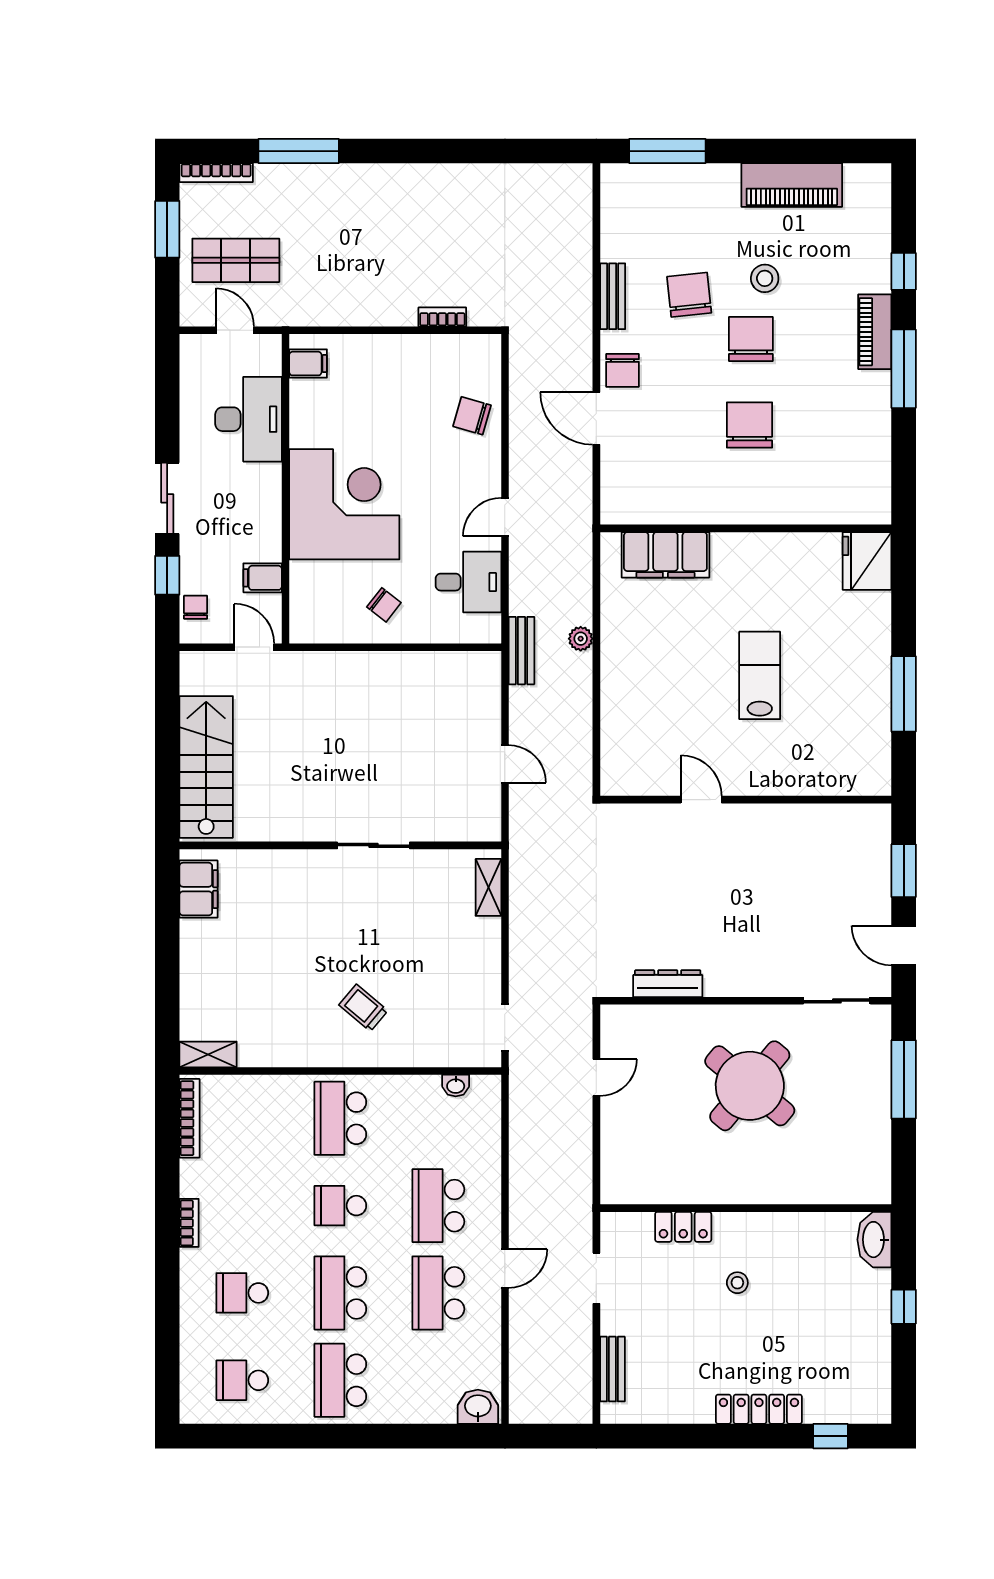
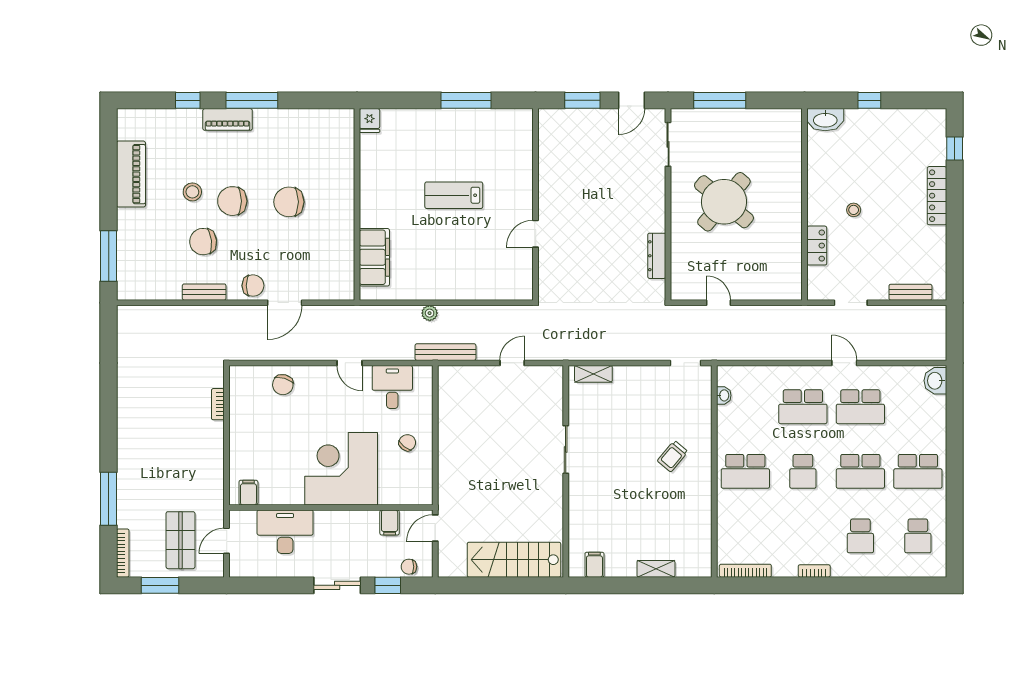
fridge: (867, 561) -> (369, 120), width x0.53, depth x0.75
bench: (521, 651) -> (445, 352), width x1.36
filing cabinet: (198, 889) -> (594, 565), width x0.50
shelving: (208, 1054) -> (656, 569), moved, turned 90

